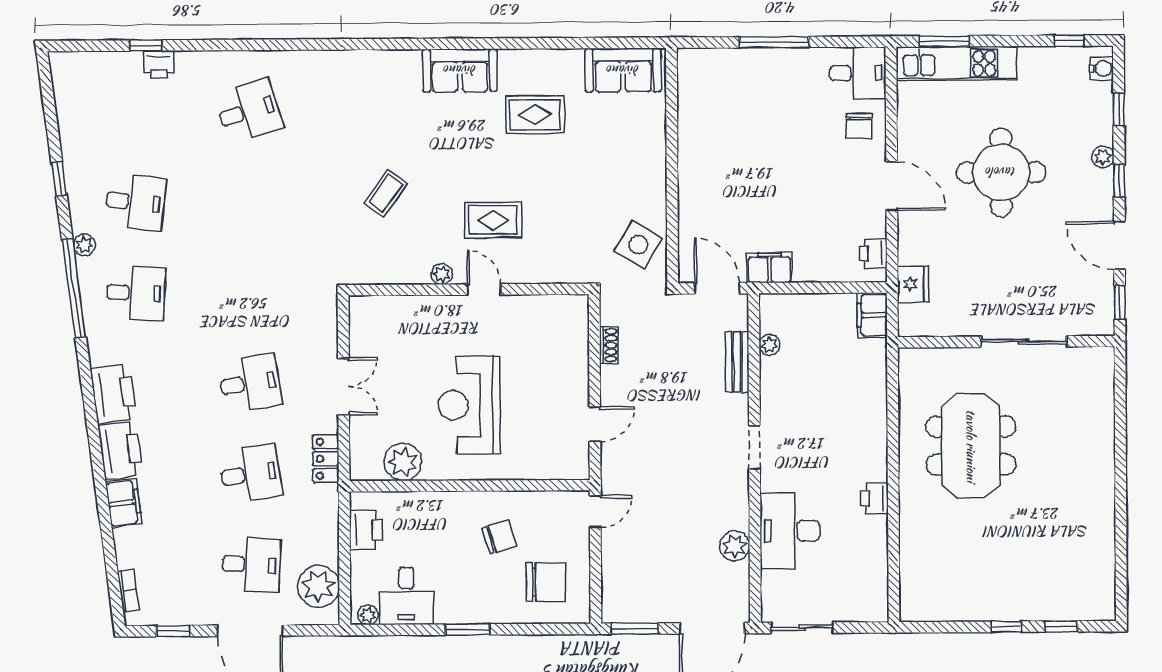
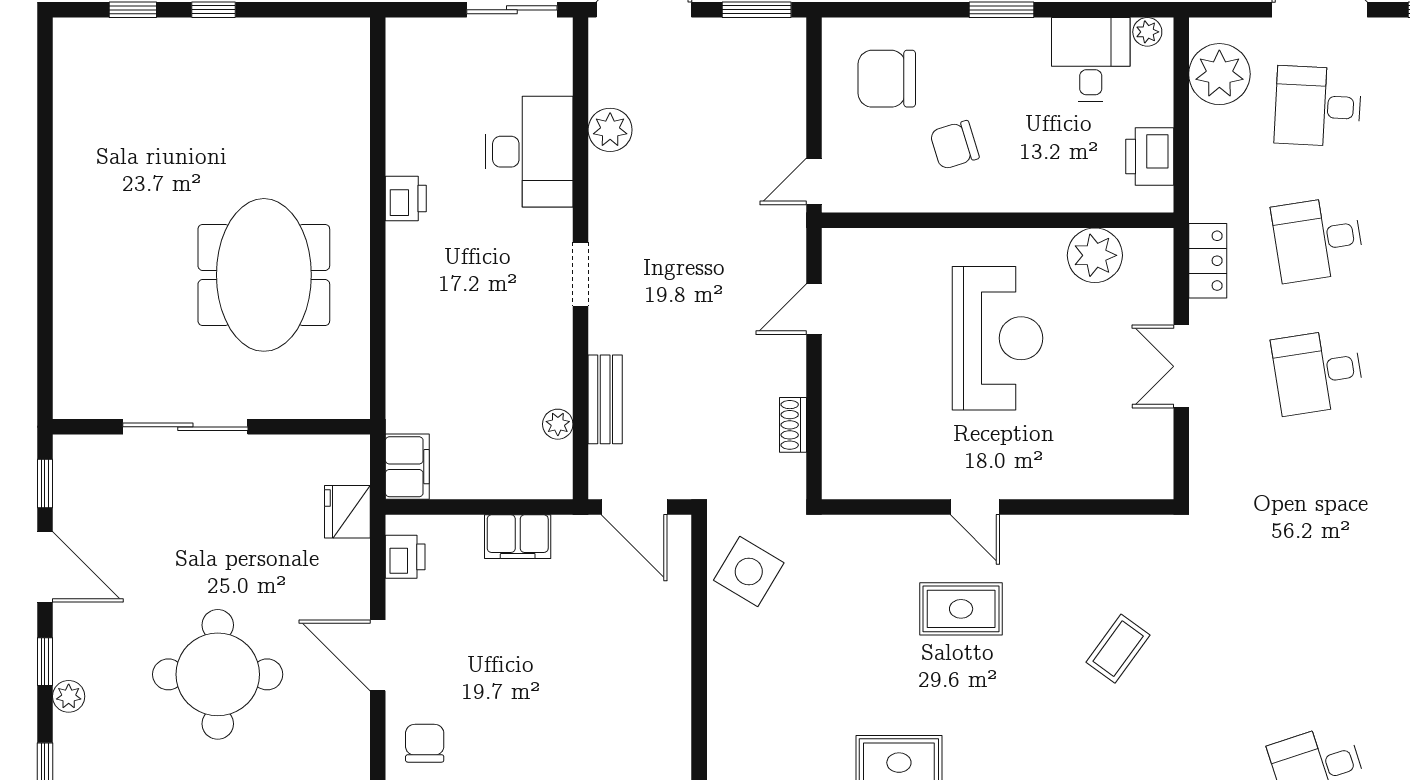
filing cabinet: (769, 268) -> (518, 537), moved
plant: (442, 274) -> (1037, 530), removed

